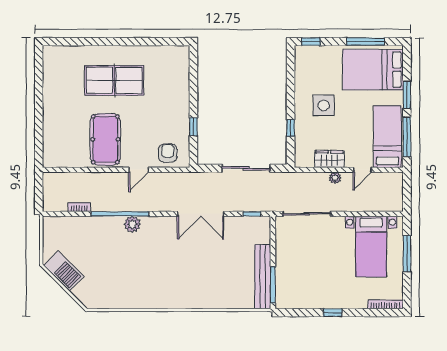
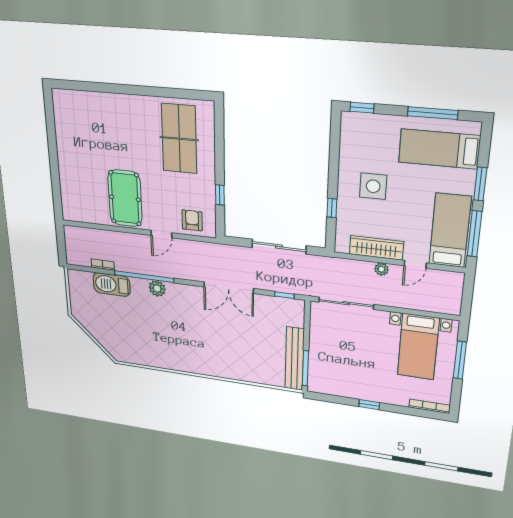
bed: (373, 70) -> (439, 149), width x0.67
table tennis table: (114, 80) -> (179, 139), moved, turned 90
wardrobe: (329, 159) -> (376, 248), width x1.50
barbecue: (64, 271) -> (112, 285), moved, turned 135

